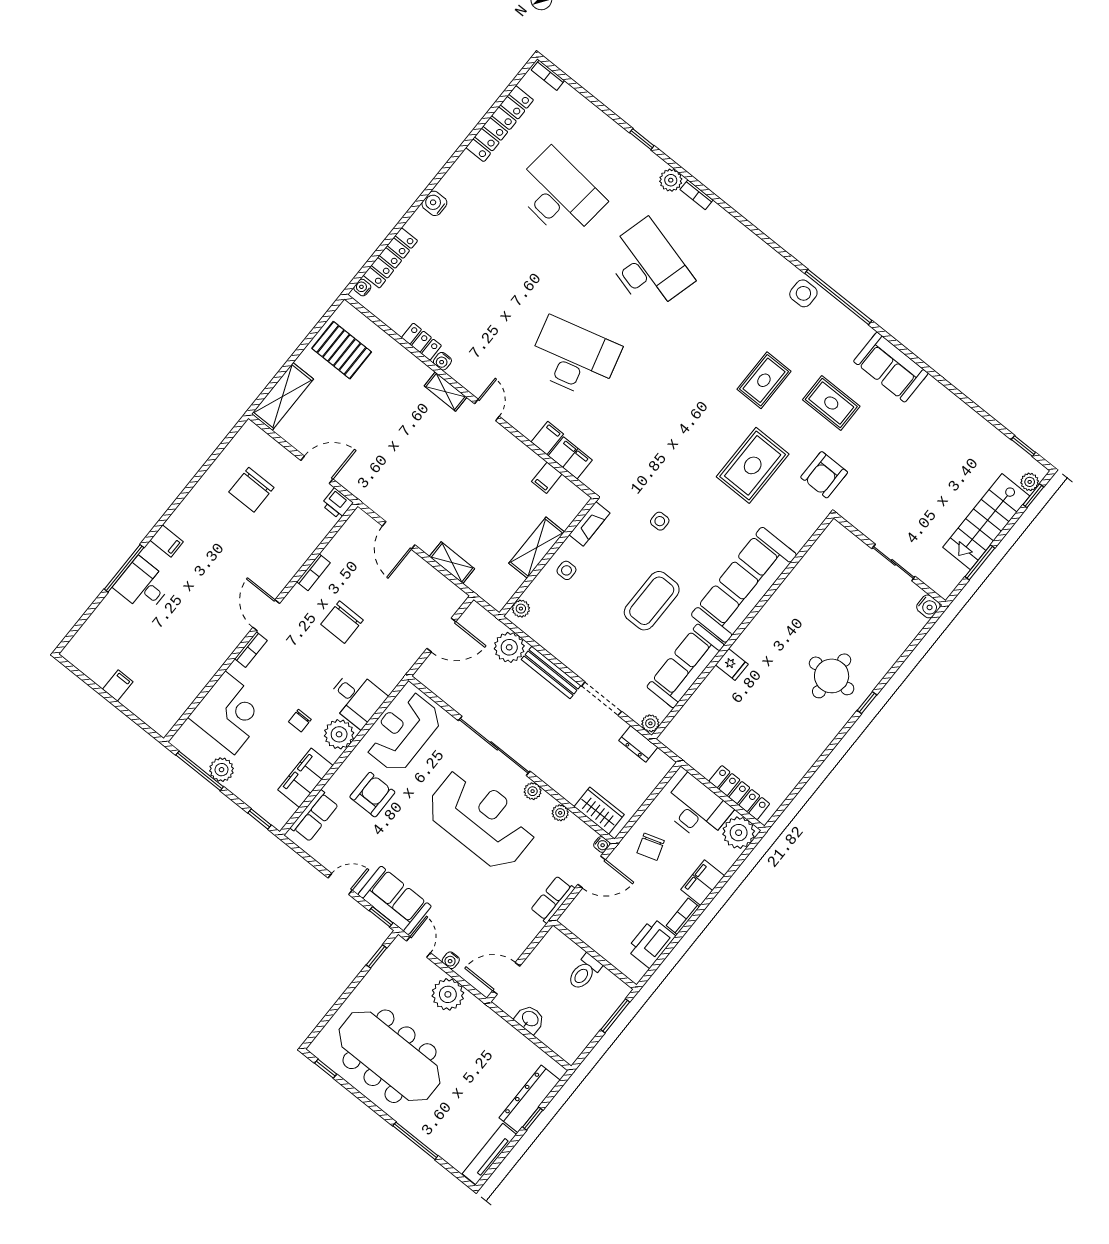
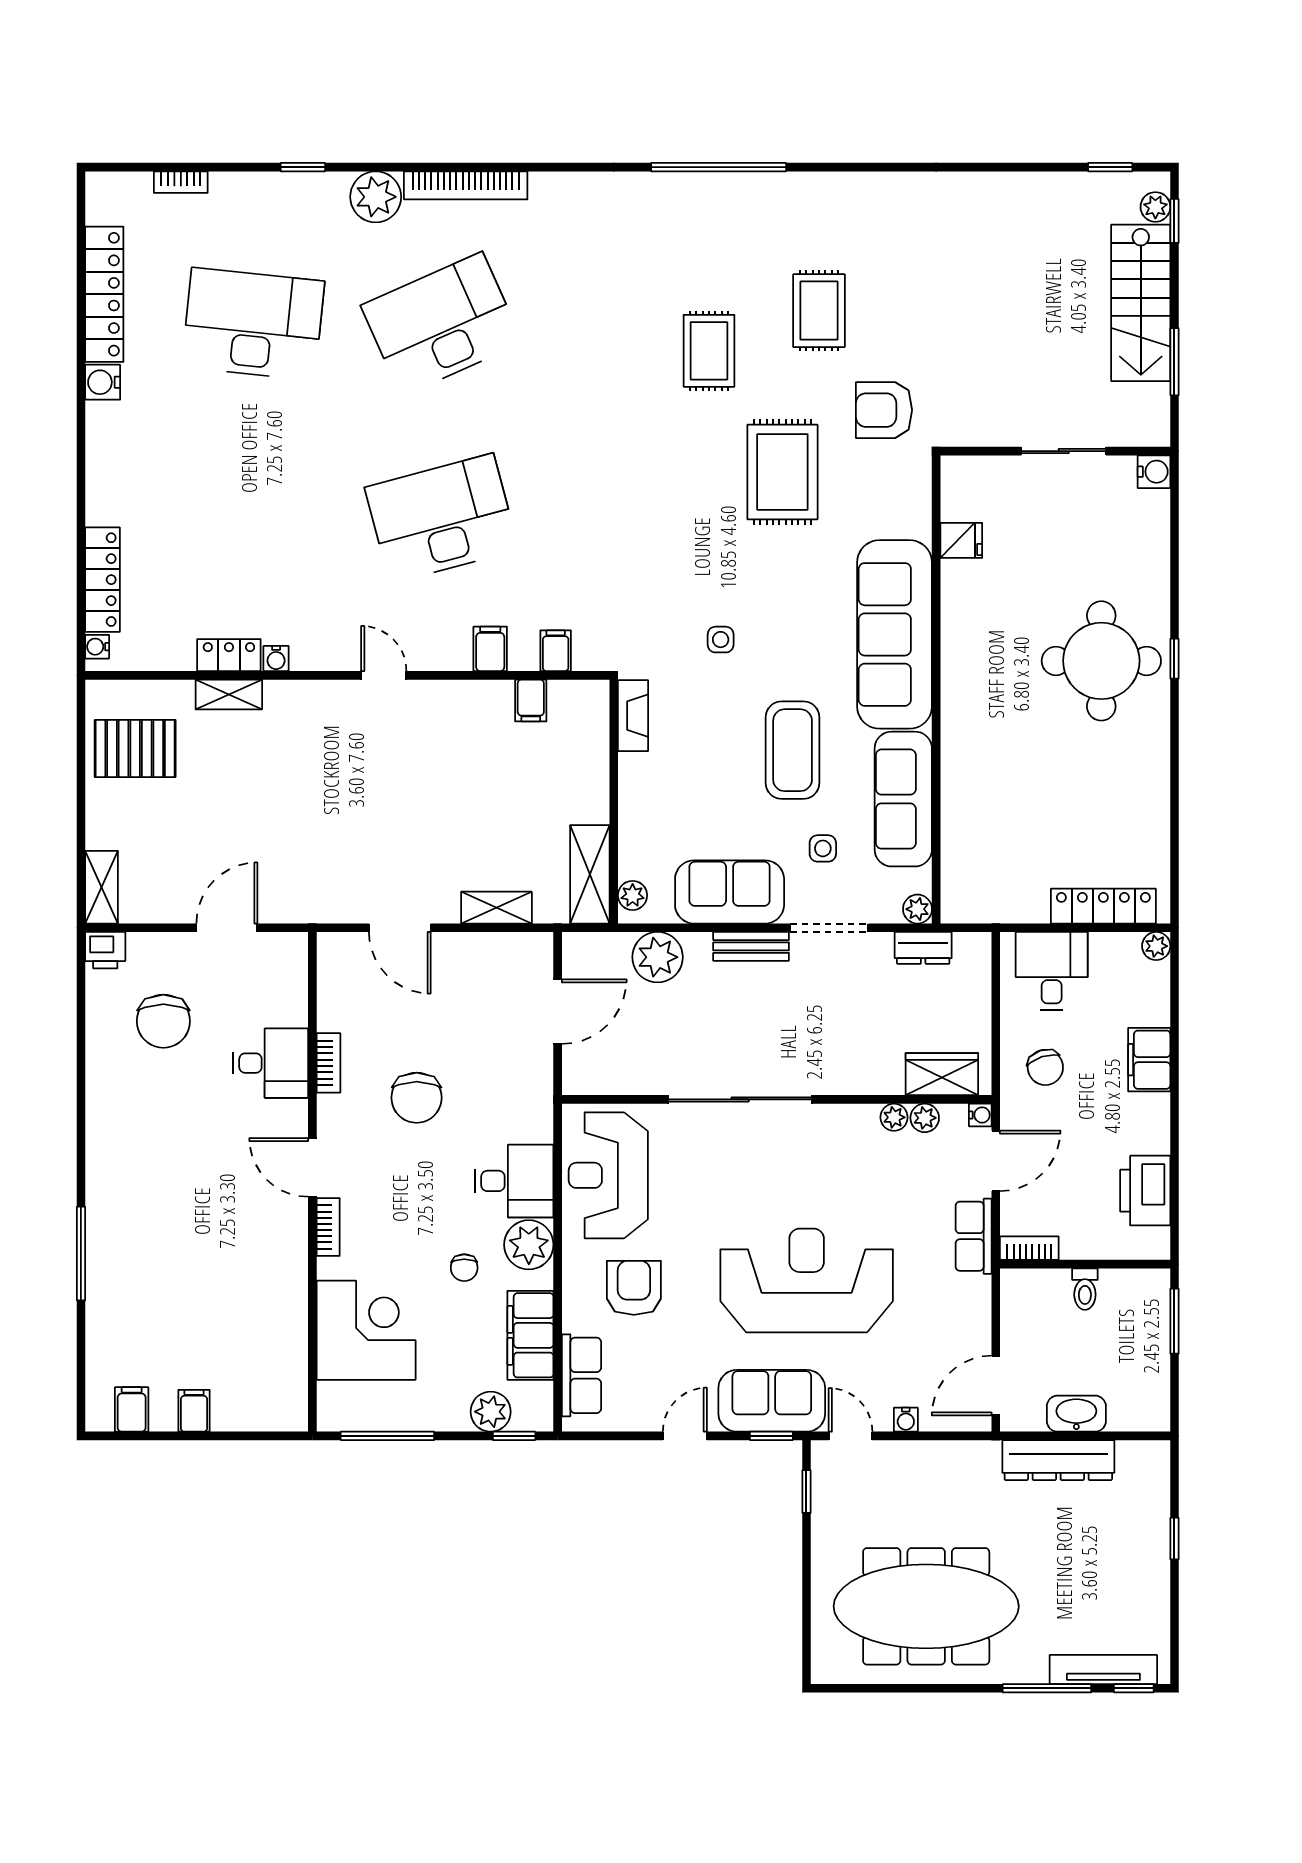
bookcase: (548, 75) -> (181, 182), moved
plant: (671, 180) -> (376, 197), width x1.36, depth x1.36
bookcase: (697, 195) -> (466, 185), width x2.31, depth x1.31
water cooler: (434, 203) -> (103, 382), moved
desk: (648, 266) -> (442, 324), turned -39
side table: (803, 293) -> (670, 198), removed
sofa: (891, 367) -> (730, 892), moved, turned 180
shelving: (445, 392) -> (229, 695), moved
shelving: (283, 396) -> (102, 887), width x0.67, depth x0.75
rug: (831, 403) -> (819, 311), turned 90
filing cabinet: (570, 458) -> (556, 651), width x0.50
armchair: (824, 475) -> (884, 410), turned 90
printer: (337, 504) -> (105, 950), moved
filing cabinet: (167, 541) -> (132, 1409), moved, turned -90
shelving: (537, 548) -> (590, 874), moved
side table: (566, 570) -> (823, 848), moved
desk: (143, 585) -> (271, 1063), moved, turned 180
fridge: (732, 664) -> (961, 540), moved
bench: (551, 672) -> (751, 946), width x0.73
round table: (832, 676) -> (1101, 661), width x1.36, depth x1.36
plant: (222, 770) -> (491, 1412), moved
plant: (533, 791) -> (925, 1118), moved
desk: (697, 809) -> (1052, 971), width x0.73
reception desk: (481, 819) -> (807, 1280), moved
plant: (739, 833) -> (1156, 946), width x0.53, depth x0.53
bookcase: (683, 916) -> (1029, 1248), moved, turned 90
toilet: (584, 972) -> (1085, 1289), width x0.73, depth x0.72
plant: (448, 994) -> (937, 1467), removed
washbasin: (530, 1019) -> (1076, 1414), width x1.38
window: (326, 1069) -> (1134, 1688), moved
dresser: (530, 1099) -> (1058, 1460), moved, turned -90
tv unit: (489, 1154) -> (1103, 1670), moved, turned 90

